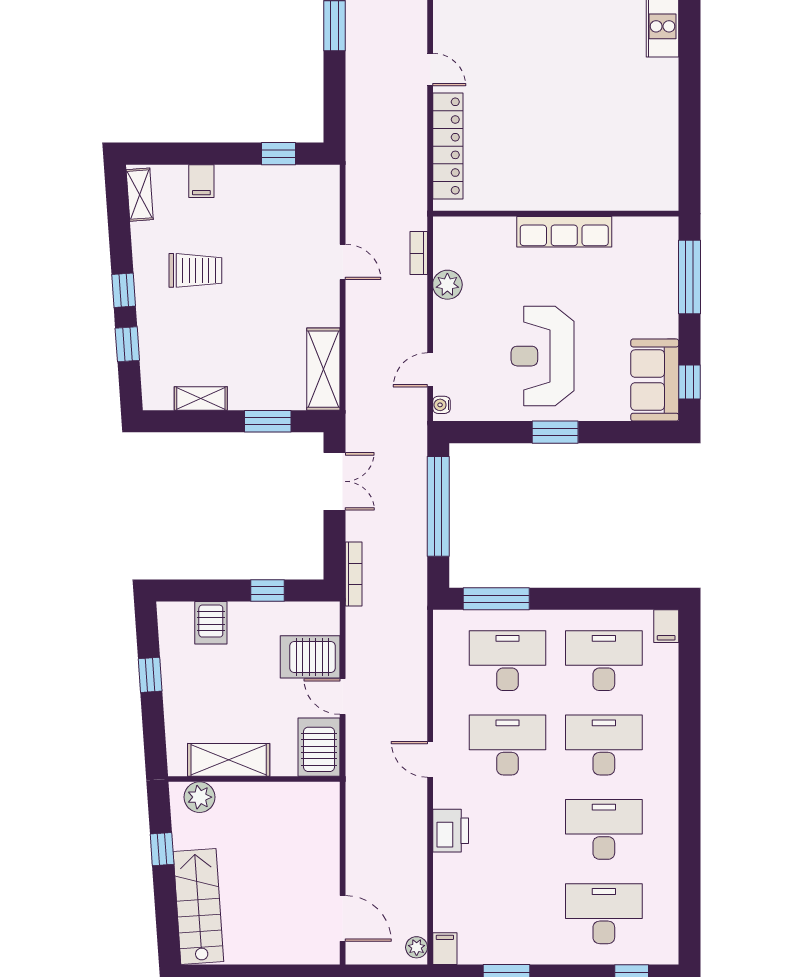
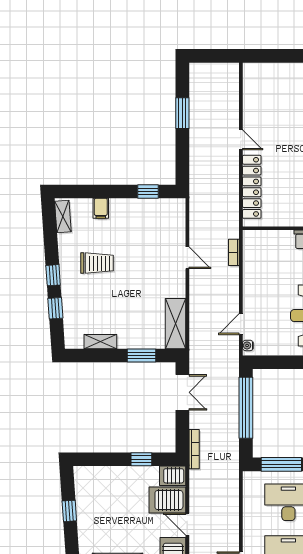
plant: (447, 285) -> (252, 272), removed
server rack: (211, 623) -> (173, 476), moved, turned 90

